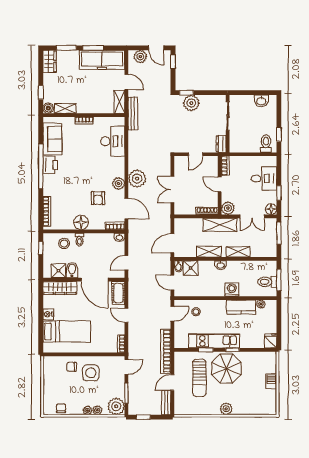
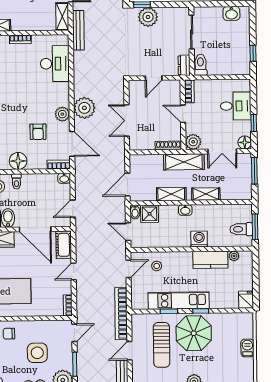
toilet: (266, 144) -> (200, 65), moved
door: (126, 315) -> (74, 271), hinge flipped
side table: (91, 373) -> (37, 353), moved

